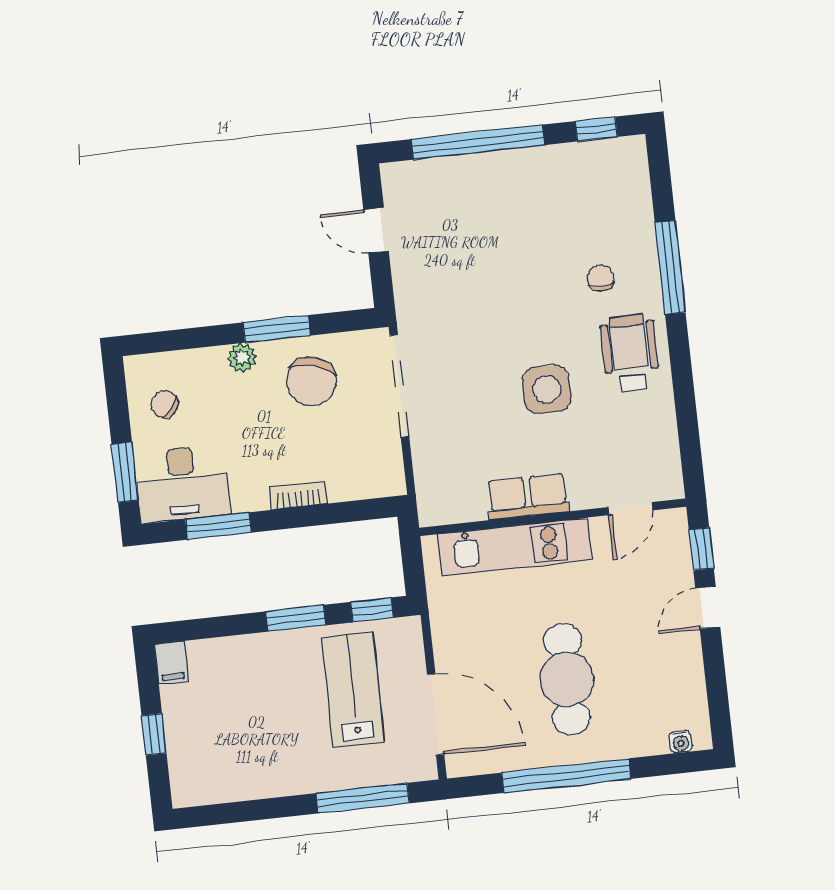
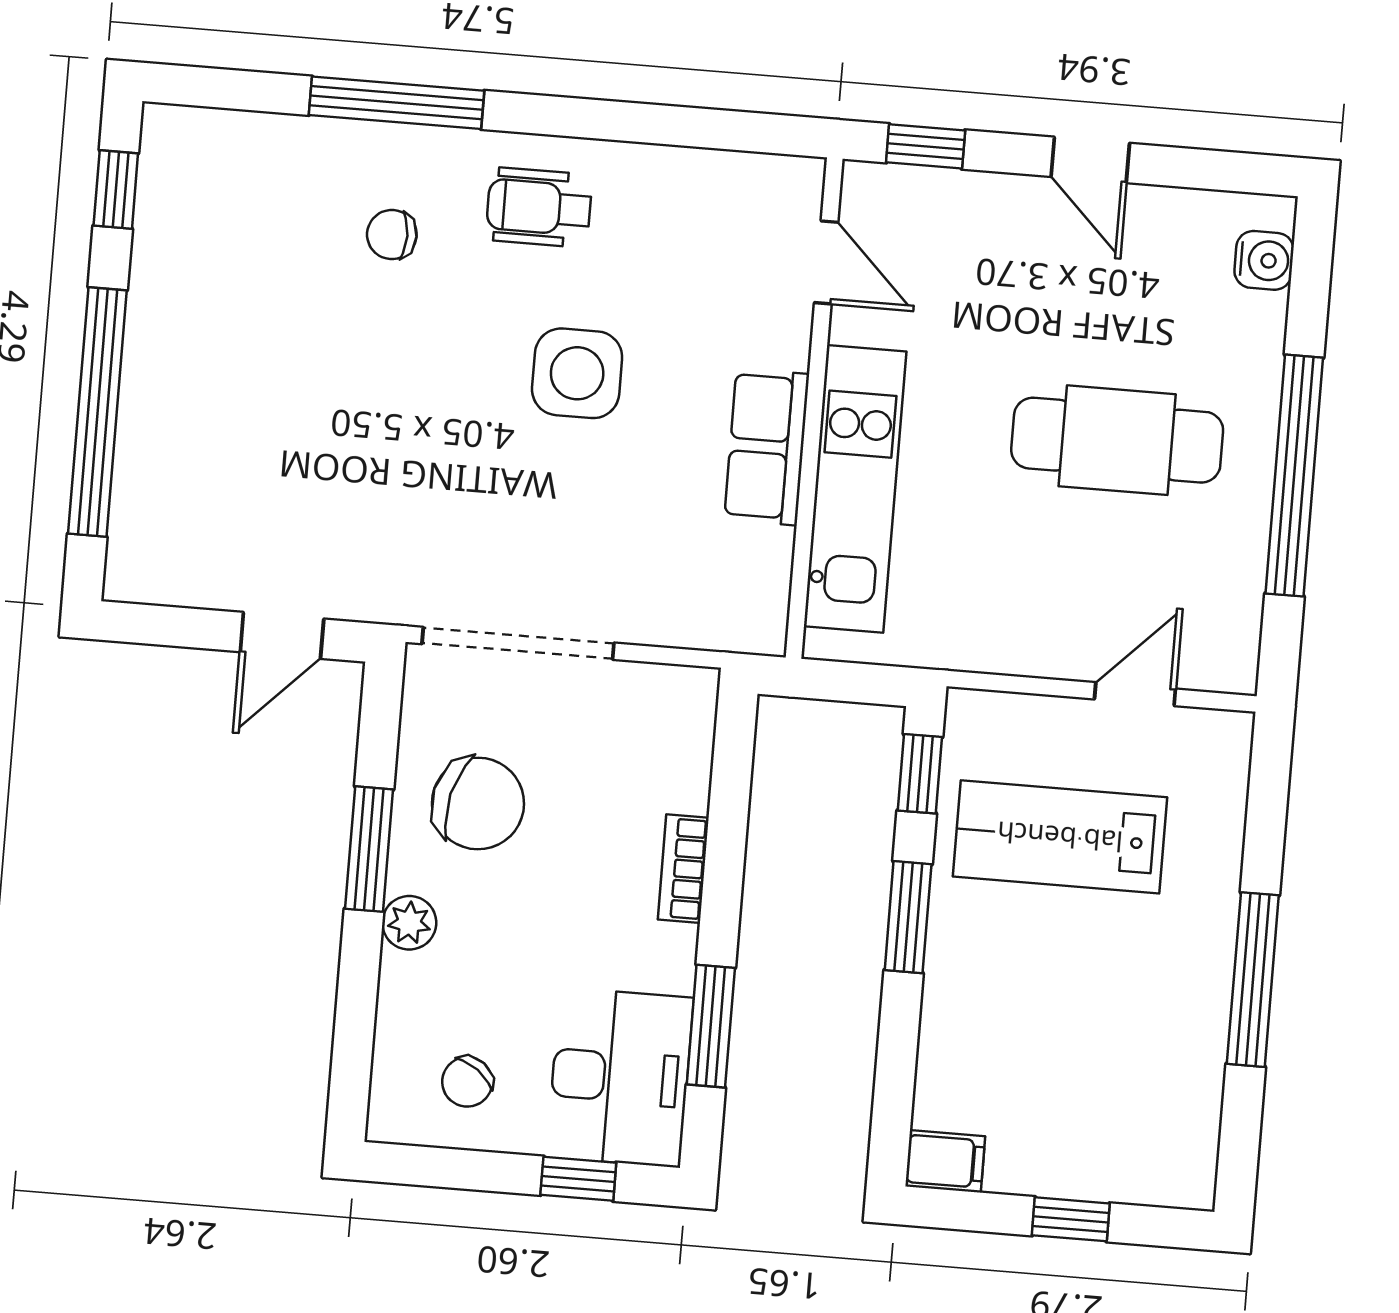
door: (376, 230) -> (282, 635), moved
wheelchair: (630, 353) -> (539, 207), width x0.73, depth x0.73
window: (125, 472) -> (578, 1179), width x0.67
door: (708, 608) -> (1090, 160), moved
door: (436, 714) -> (1135, 694), width x0.53
water cooler: (681, 742) -> (1264, 260), width x1.38, depth x1.38
window: (363, 798) -> (1253, 980), moved

